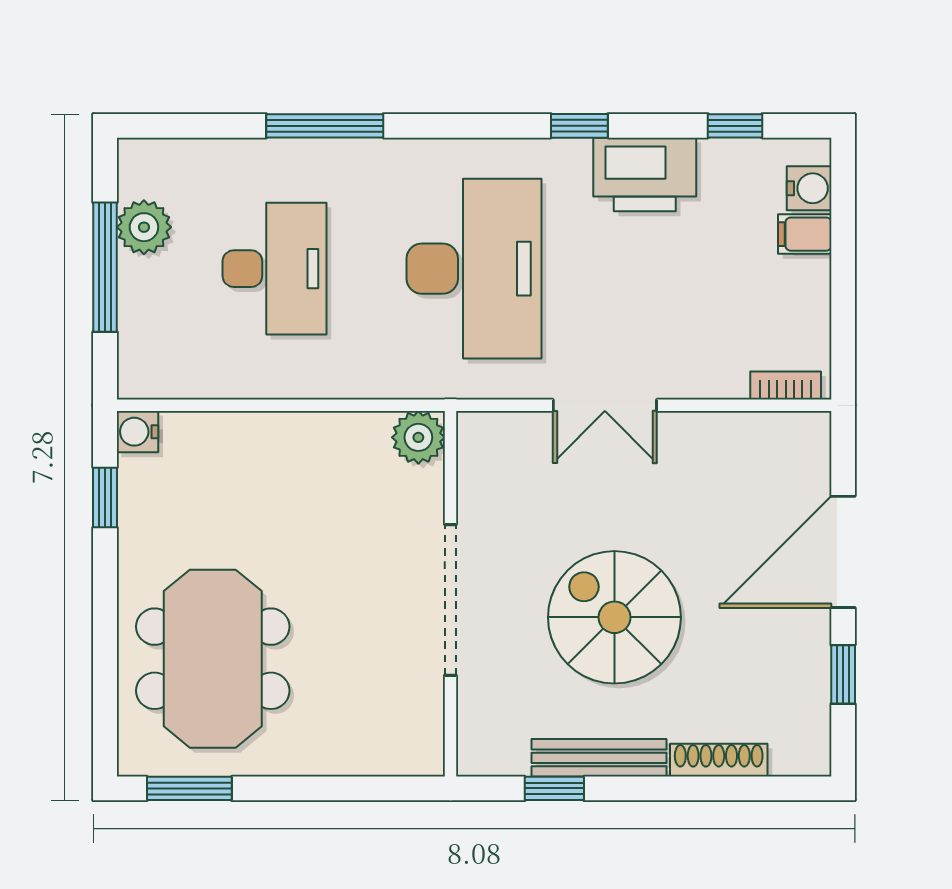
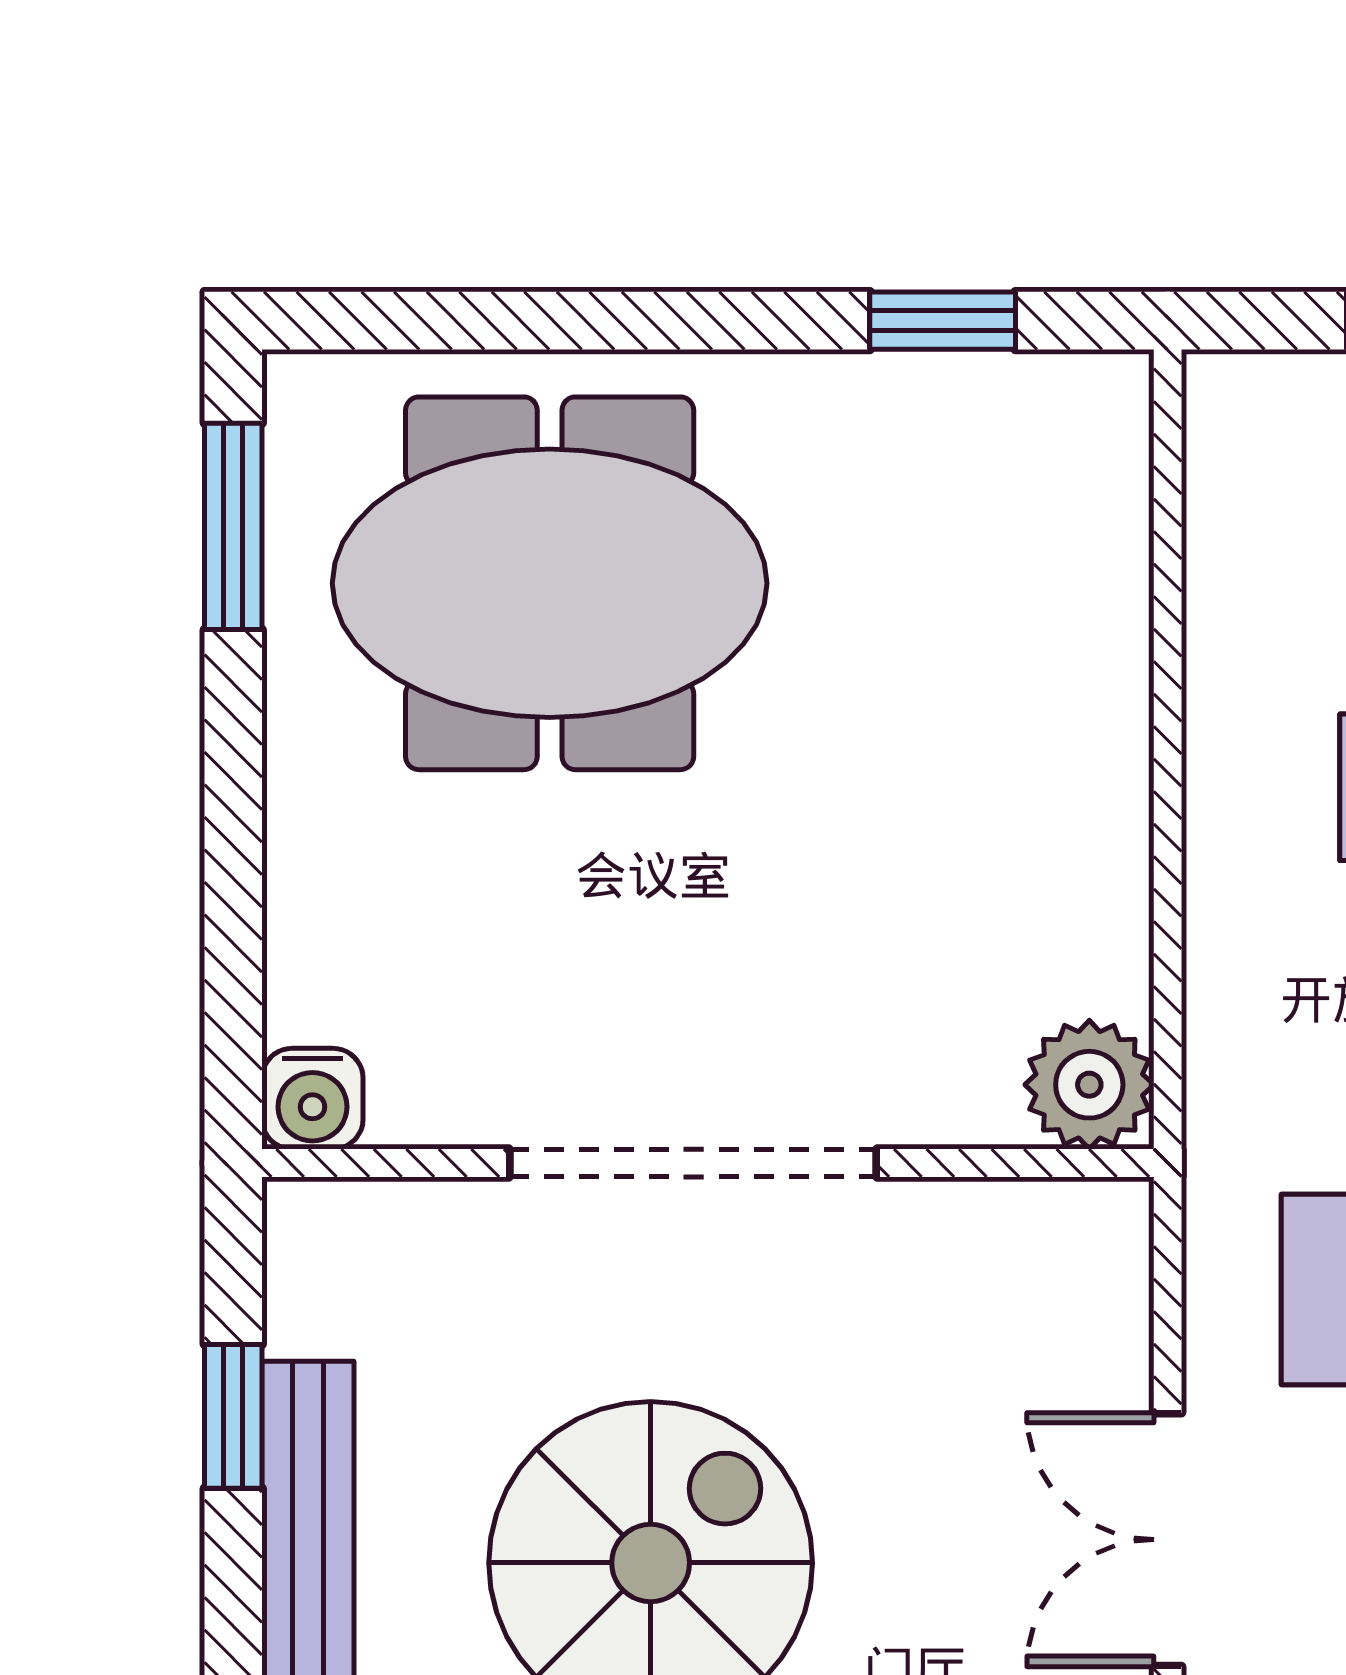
water cooler: (137, 432) -> (312, 1099), moved, turned 180

